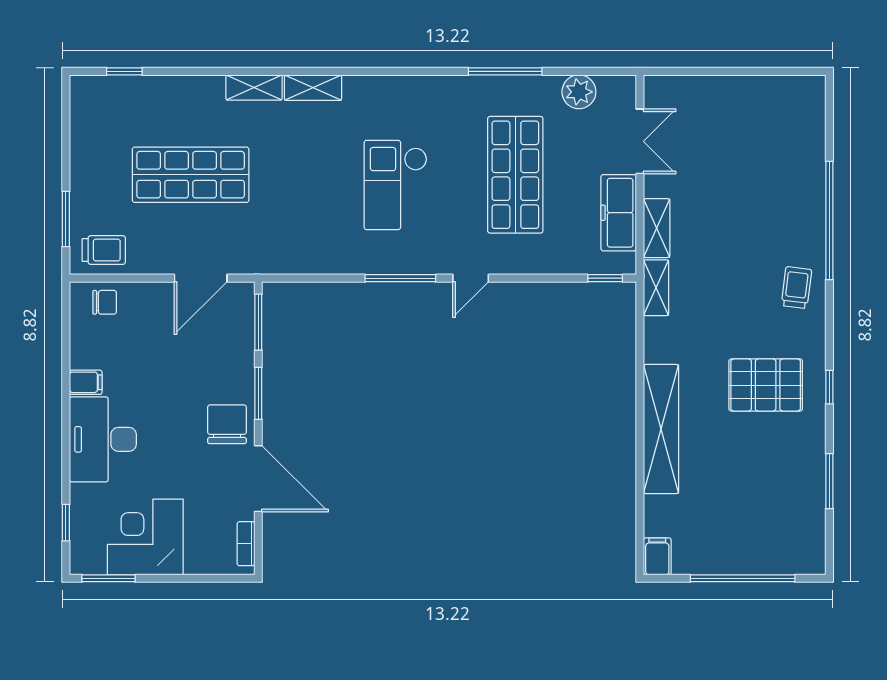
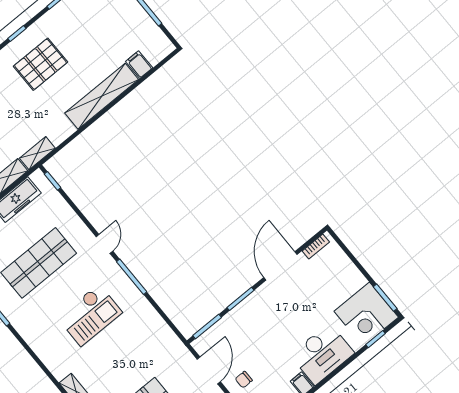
door: (201, 278) -> (209, 370), hinge flipped
door: (471, 278) -> (104, 244), hinge flipped
pallet: (766, 385) -> (40, 64), turned 90
chair: (227, 424) -> (244, 380), moved, width x0.54, depth x0.54
corner desk: (145, 537) -> (366, 314), moved
filing cabinet: (657, 556) -> (139, 65), moved, turned 90

